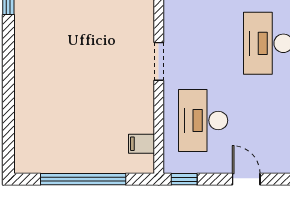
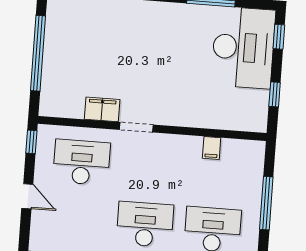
filing cabinet: (141, 144) -> (102, 109), moved, width x2.00
door: (246, 179) -> (27, 196), hinge flipped

